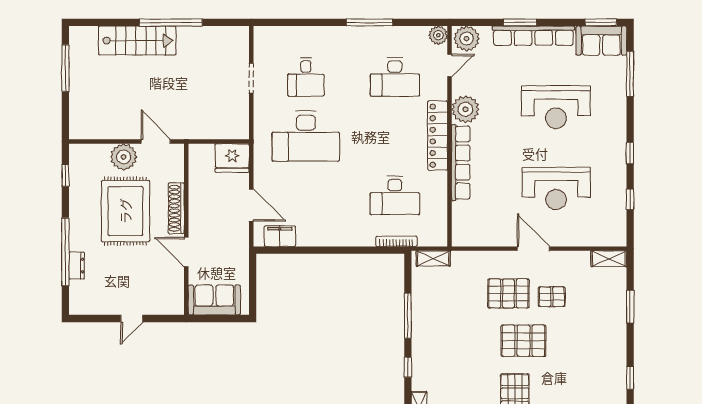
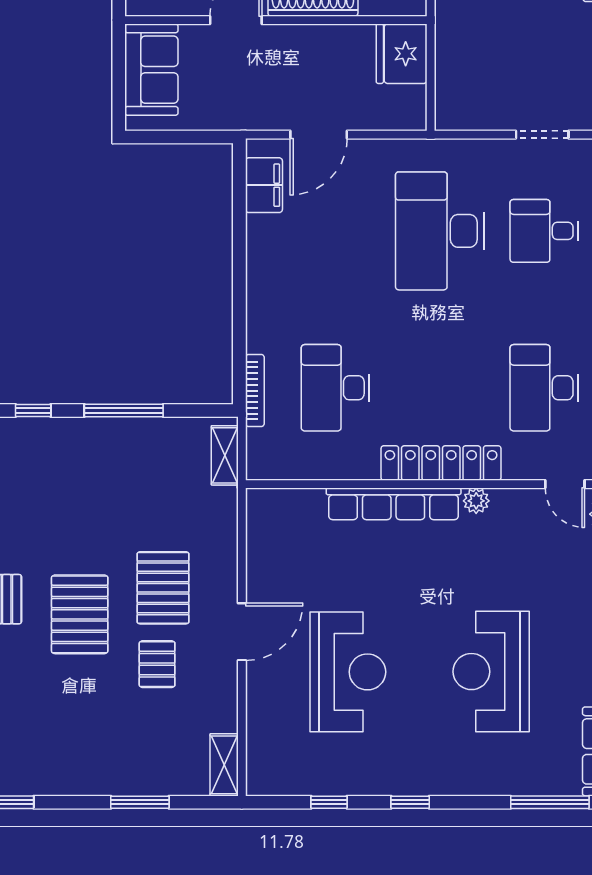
plant: (465, 109) -> (476, 501), width x0.53, depth x0.53
fridge: (232, 158) -> (402, 54), moved
reception desk: (556, 188) -> (348, 672), turned 180

